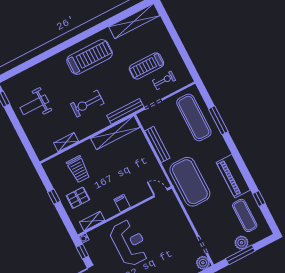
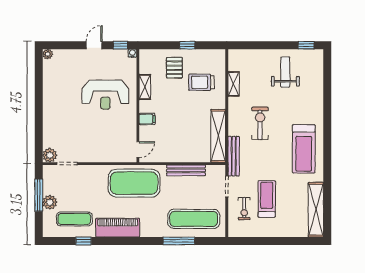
filing cabinet: (122, 203) -> (147, 119), moved
shelving: (92, 221) -> (145, 87), moved

